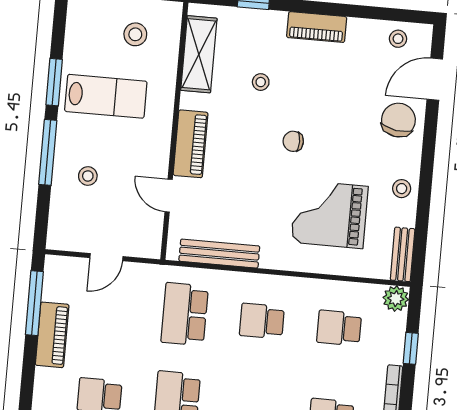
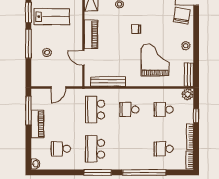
grand piano: (330, 214) -> (155, 60), turned 90

